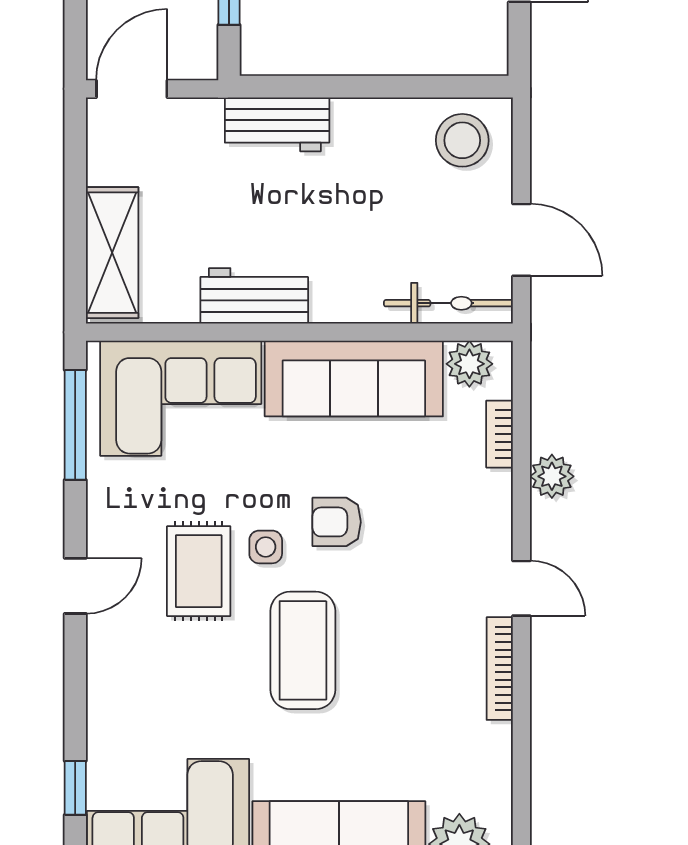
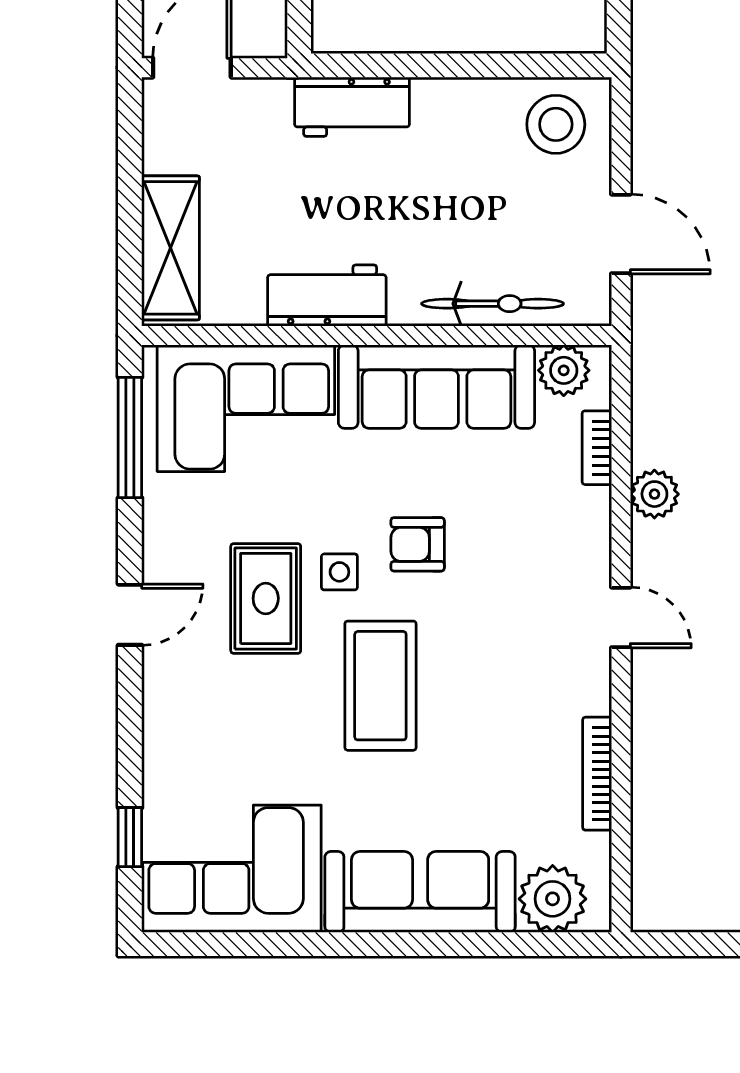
bicycle: (448, 303) -> (493, 304), moved
bookcase: (500, 669) -> (597, 774), moved

